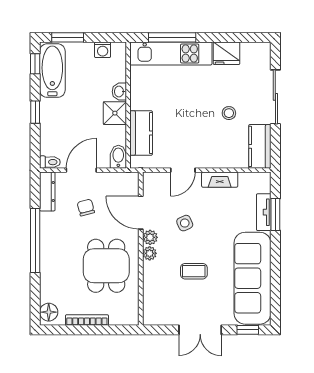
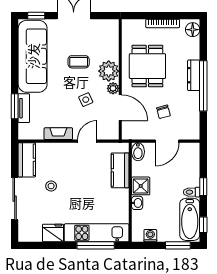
toilet: (50, 162) -> (192, 192), moved
dresser: (47, 191) -> (194, 75), moved
plant: (150, 253) -> (109, 71), width x1.88, depth x1.88

